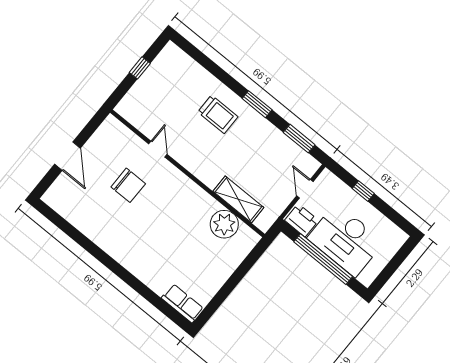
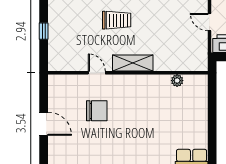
shelving: (238, 199) -> (133, 63), moved
plant: (224, 224) -> (177, 81), width x0.53, depth x0.53

